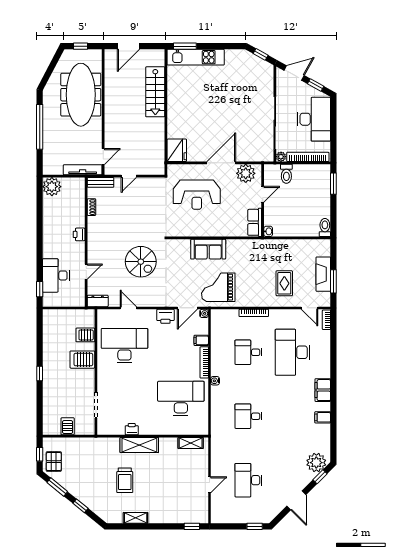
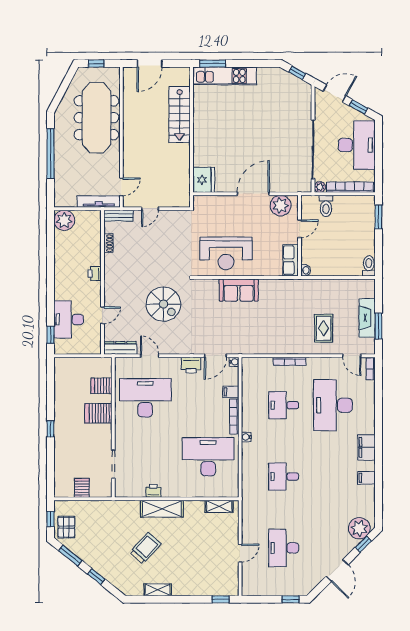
reception desk: (197, 195) -> (226, 253), moved
grand piano: (218, 287) -> (250, 333), removed
dresser: (98, 301) -> (120, 348), width x1.44
trolley: (125, 480) -> (146, 548), turned -138

